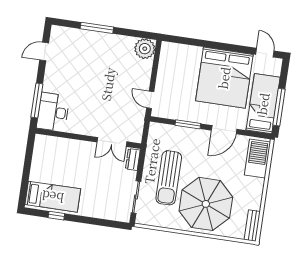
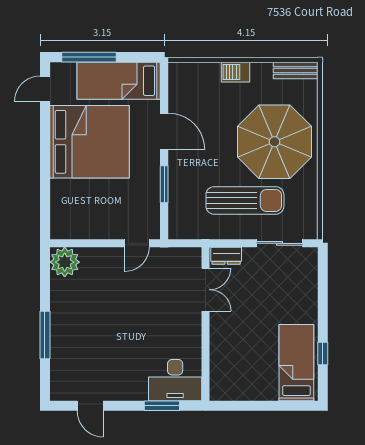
window: (37, 101) -> (162, 406), width x0.69
window: (279, 107) -> (89, 57), moved
barbecue: (257, 158) -> (236, 72), moved, width x0.53, depth x0.65

